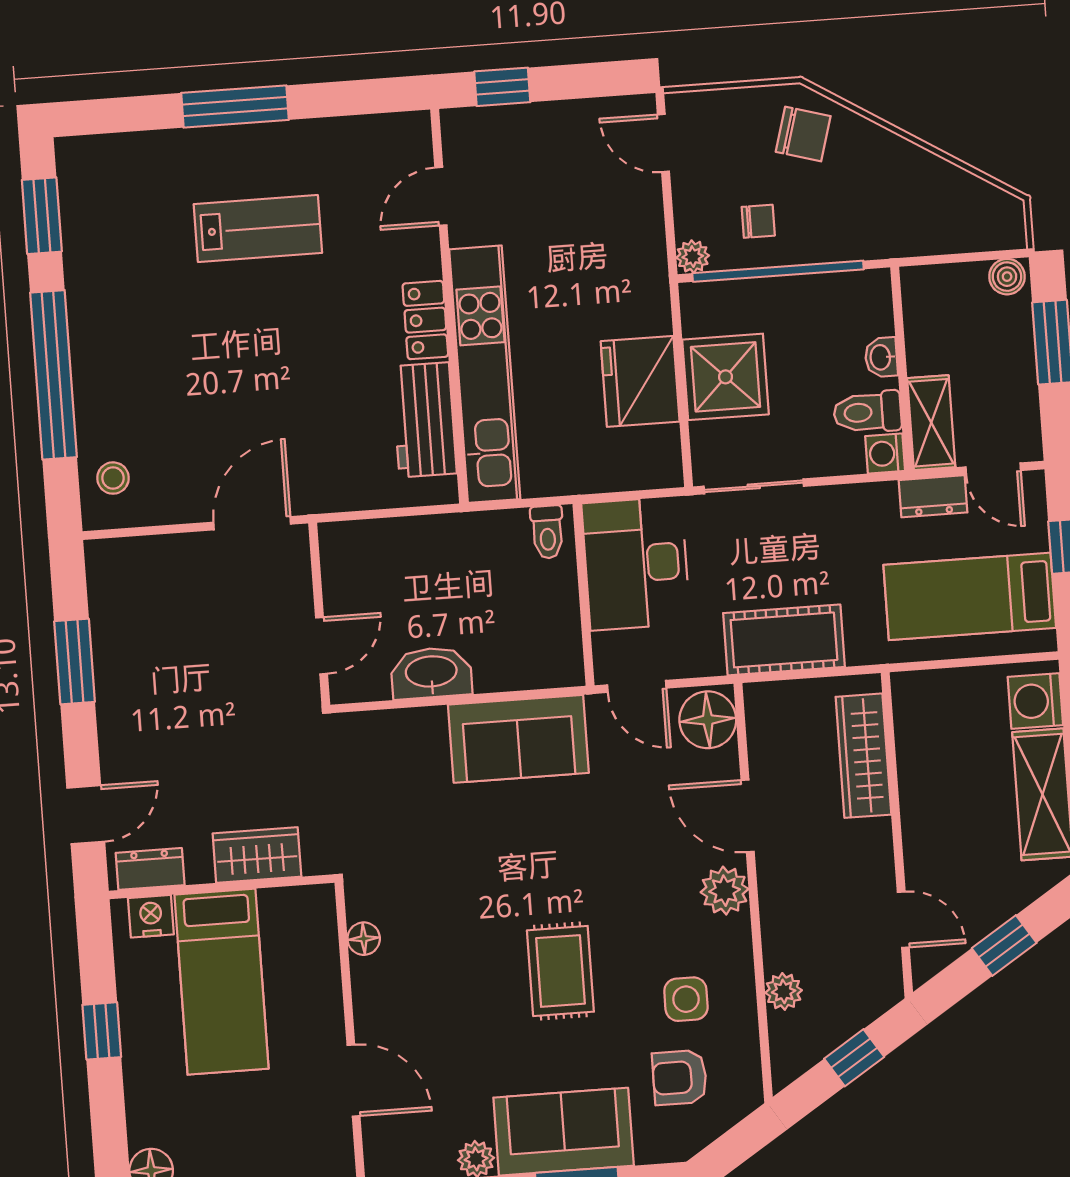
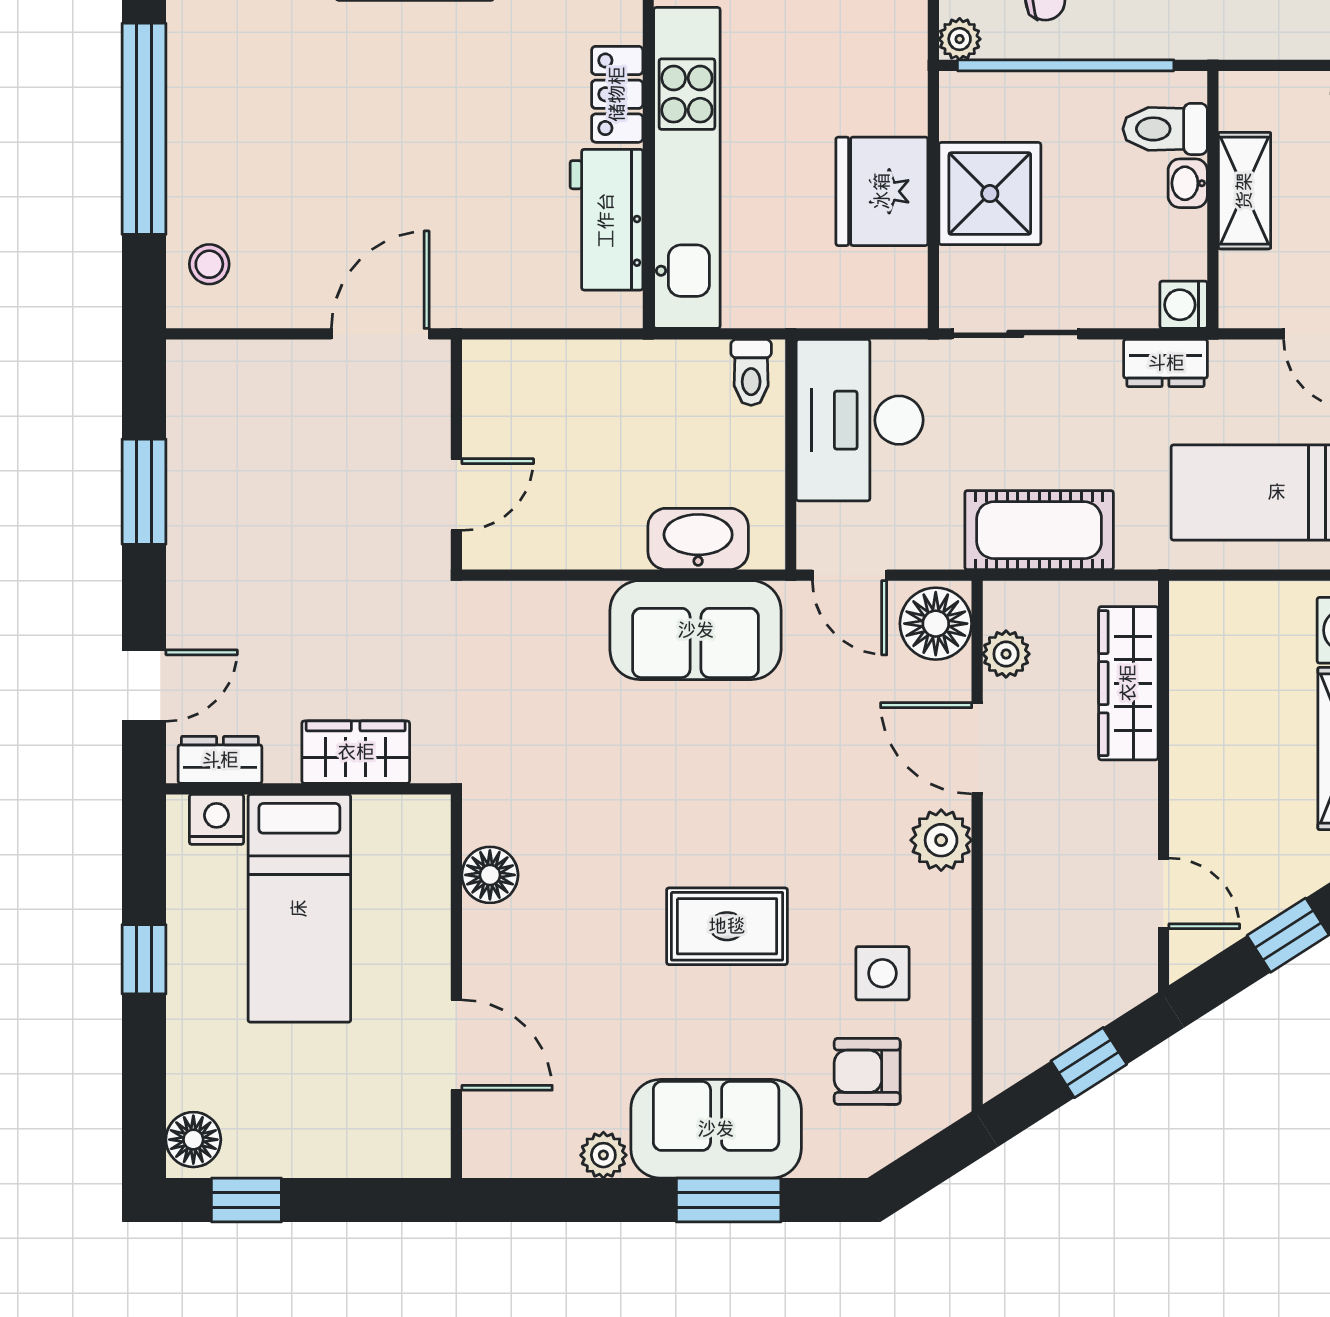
toilet: (867, 412) -> (1165, 129), moved
shelving: (931, 423) -> (1244, 191), moved
dresser: (933, 496) -> (1166, 363), moved
washbasin: (431, 673) -> (698, 539), moved
floor lamp: (364, 939) -> (490, 875), width x1.37, depth x1.37
rug: (560, 971) -> (727, 926), turned 90
plant: (784, 991) -> (1006, 654), moved

